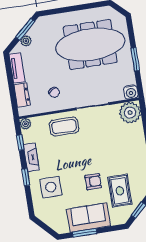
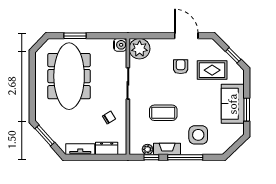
plant: (26, 41) -> (56, 137), removed
window: (135, 59) -> (75, 36), moved
plant: (25, 124) -> (148, 149), moved
coffee table: (64, 127) -> (163, 113), moved, turned 90
window: (26, 177) -> (185, 157), width x2.17
armchair: (93, 182) -> (181, 67), moved

